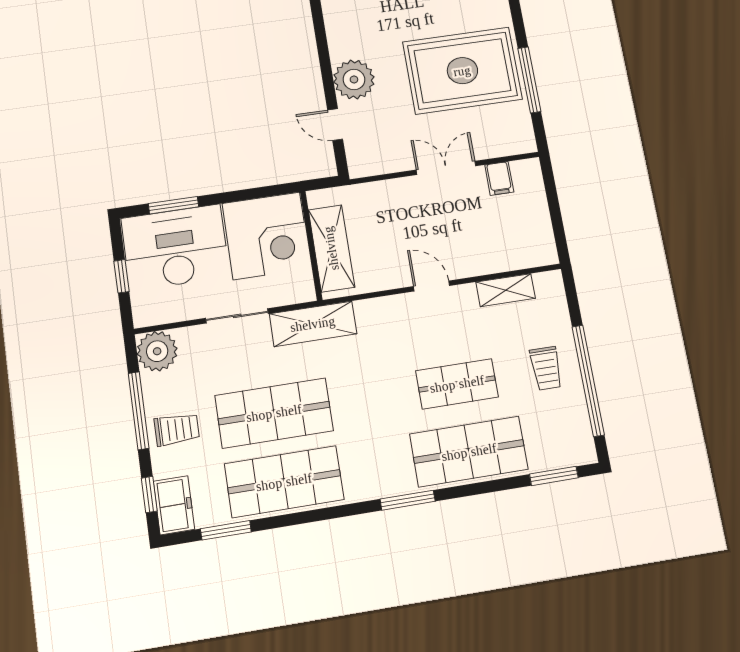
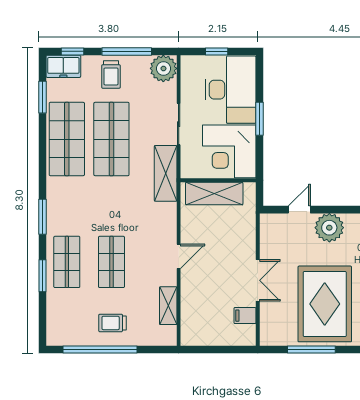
window: (173, 205) -> (260, 119), moved
shop shelf: (469, 452) -> (67, 262), width x0.70, depth x0.74
window: (554, 476) -> (42, 276), moved

